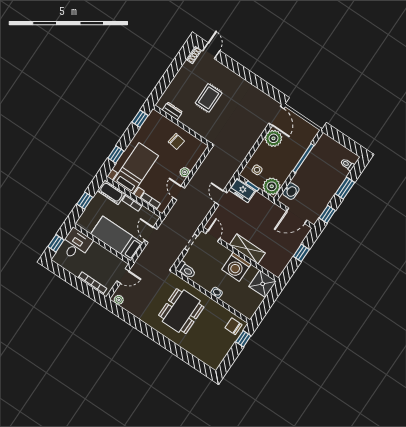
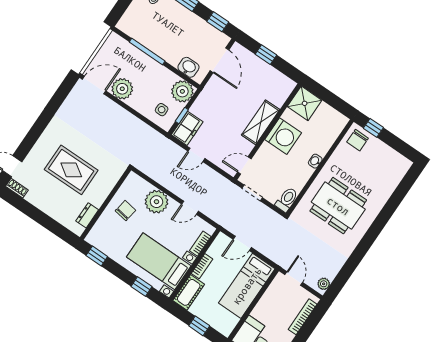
rug: (209, 98) -> (71, 170), width x1.36, depth x1.43
plant: (185, 172) -> (157, 202), width x1.87, depth x1.87

